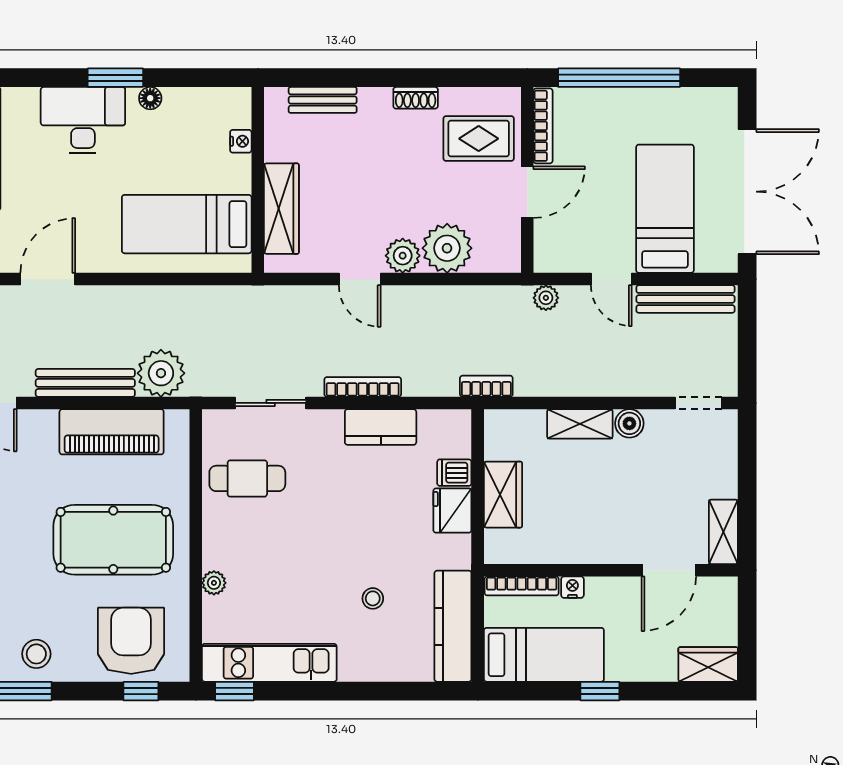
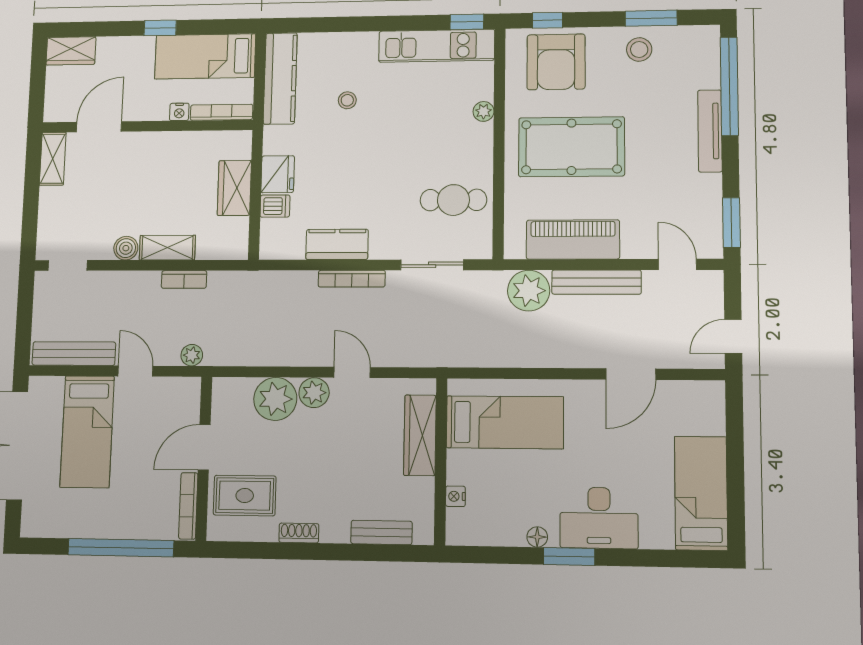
bookcase: (486, 386) -> (184, 279), moved

